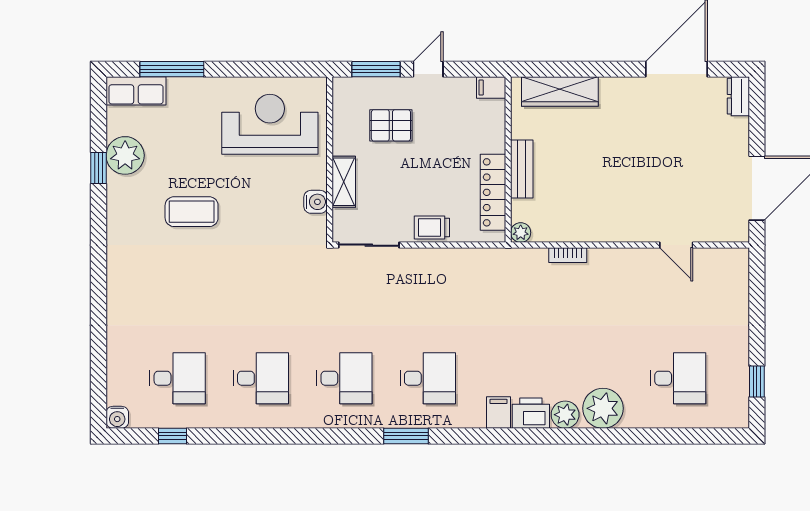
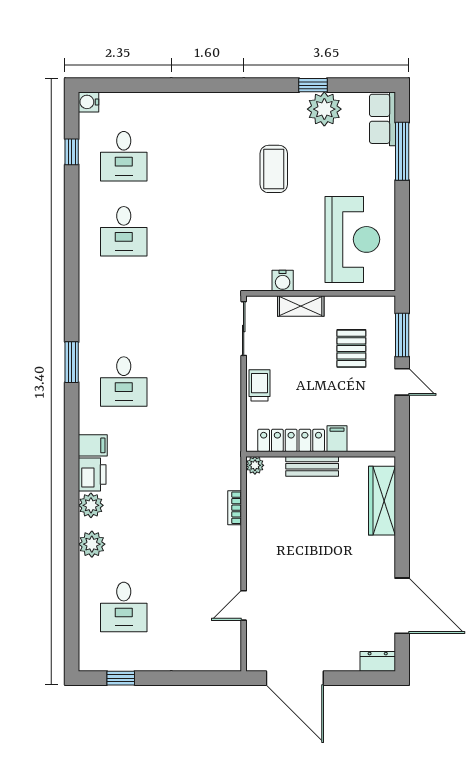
filing cabinet: (491, 87) -> (337, 439), moved
desk: (344, 378) -> (124, 306), removed
plant: (603, 408) -> (92, 544), width x0.73, depth x0.73

